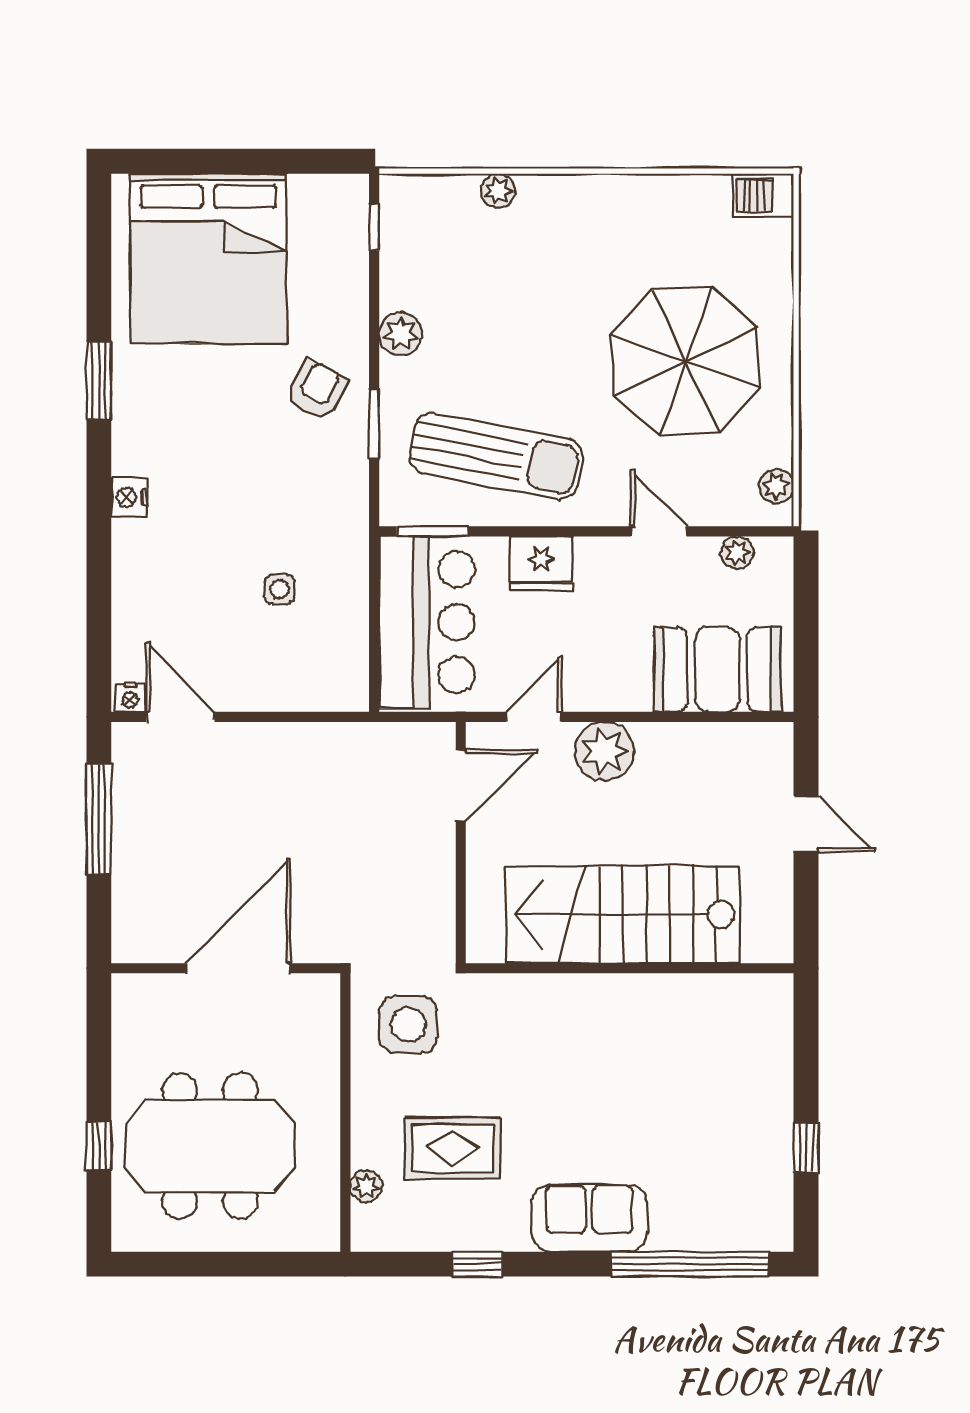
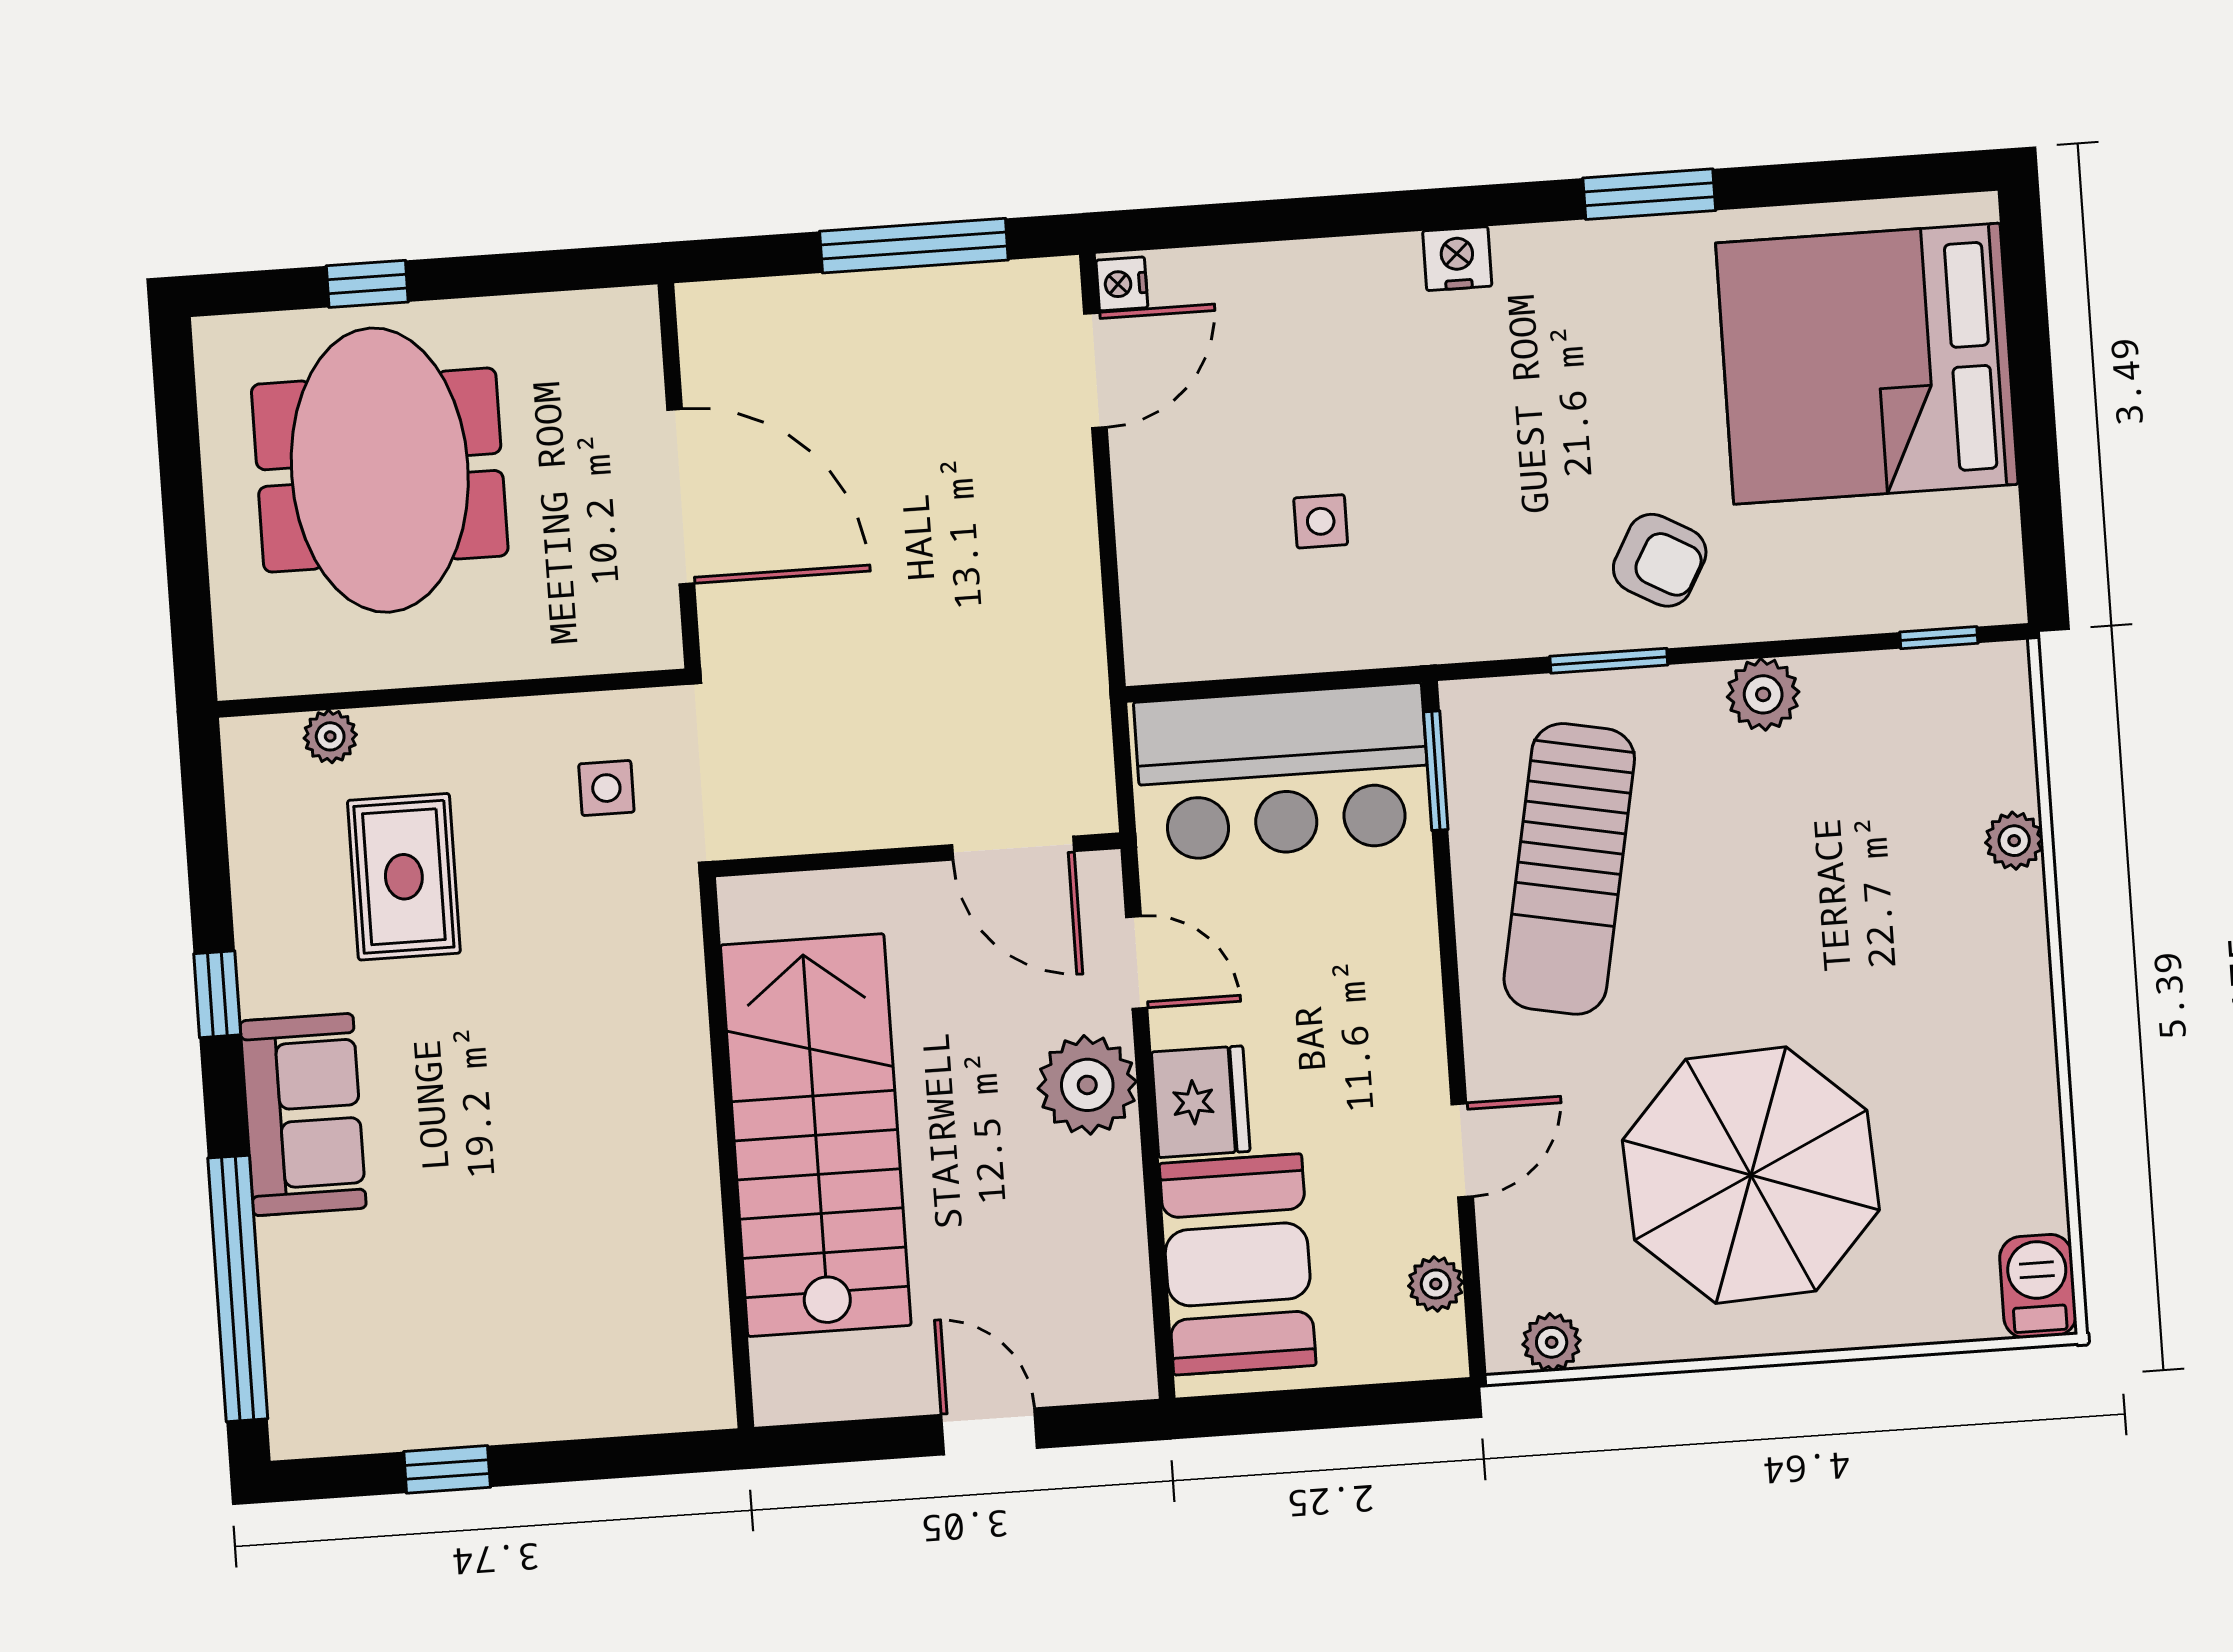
fridge: (541, 564) -> (1201, 1102), moved, turned 180
door: (806, 824) -> (989, 1431), swing flipped
side table: (408, 1024) -> (606, 788), width x0.54, depth x0.54
window: (477, 1264) -> (217, 994), moved

